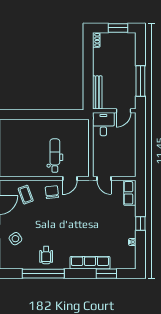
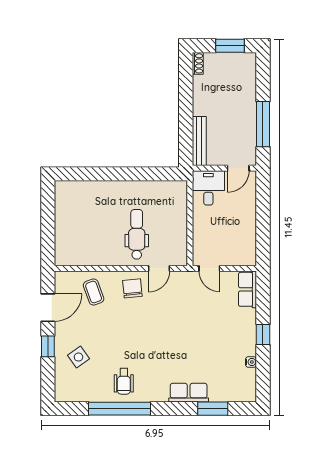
row of seats: (90, 263) -> (189, 393), width x0.68

